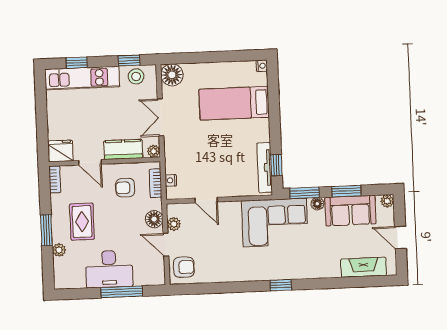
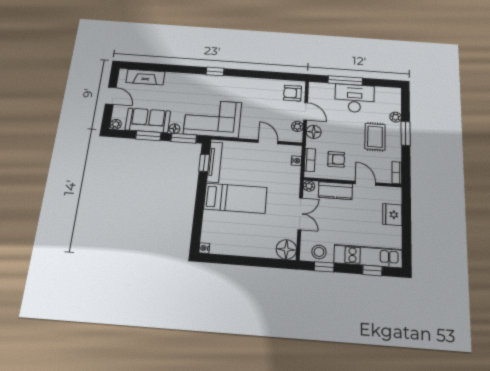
bed: (234, 103) -> (235, 198), moved
fridge: (60, 151) -> (392, 215), moved, turned 90

